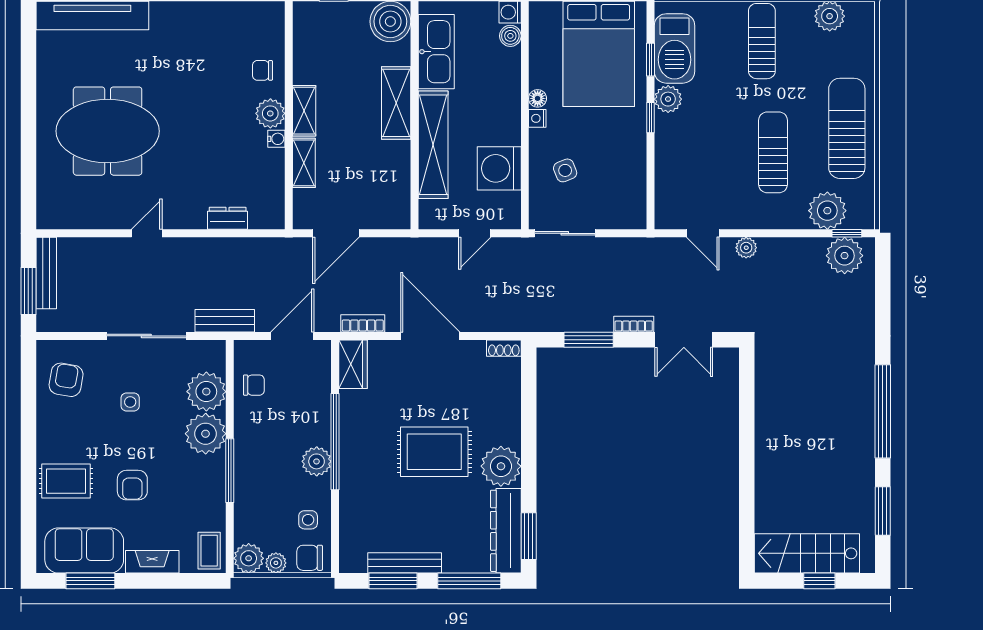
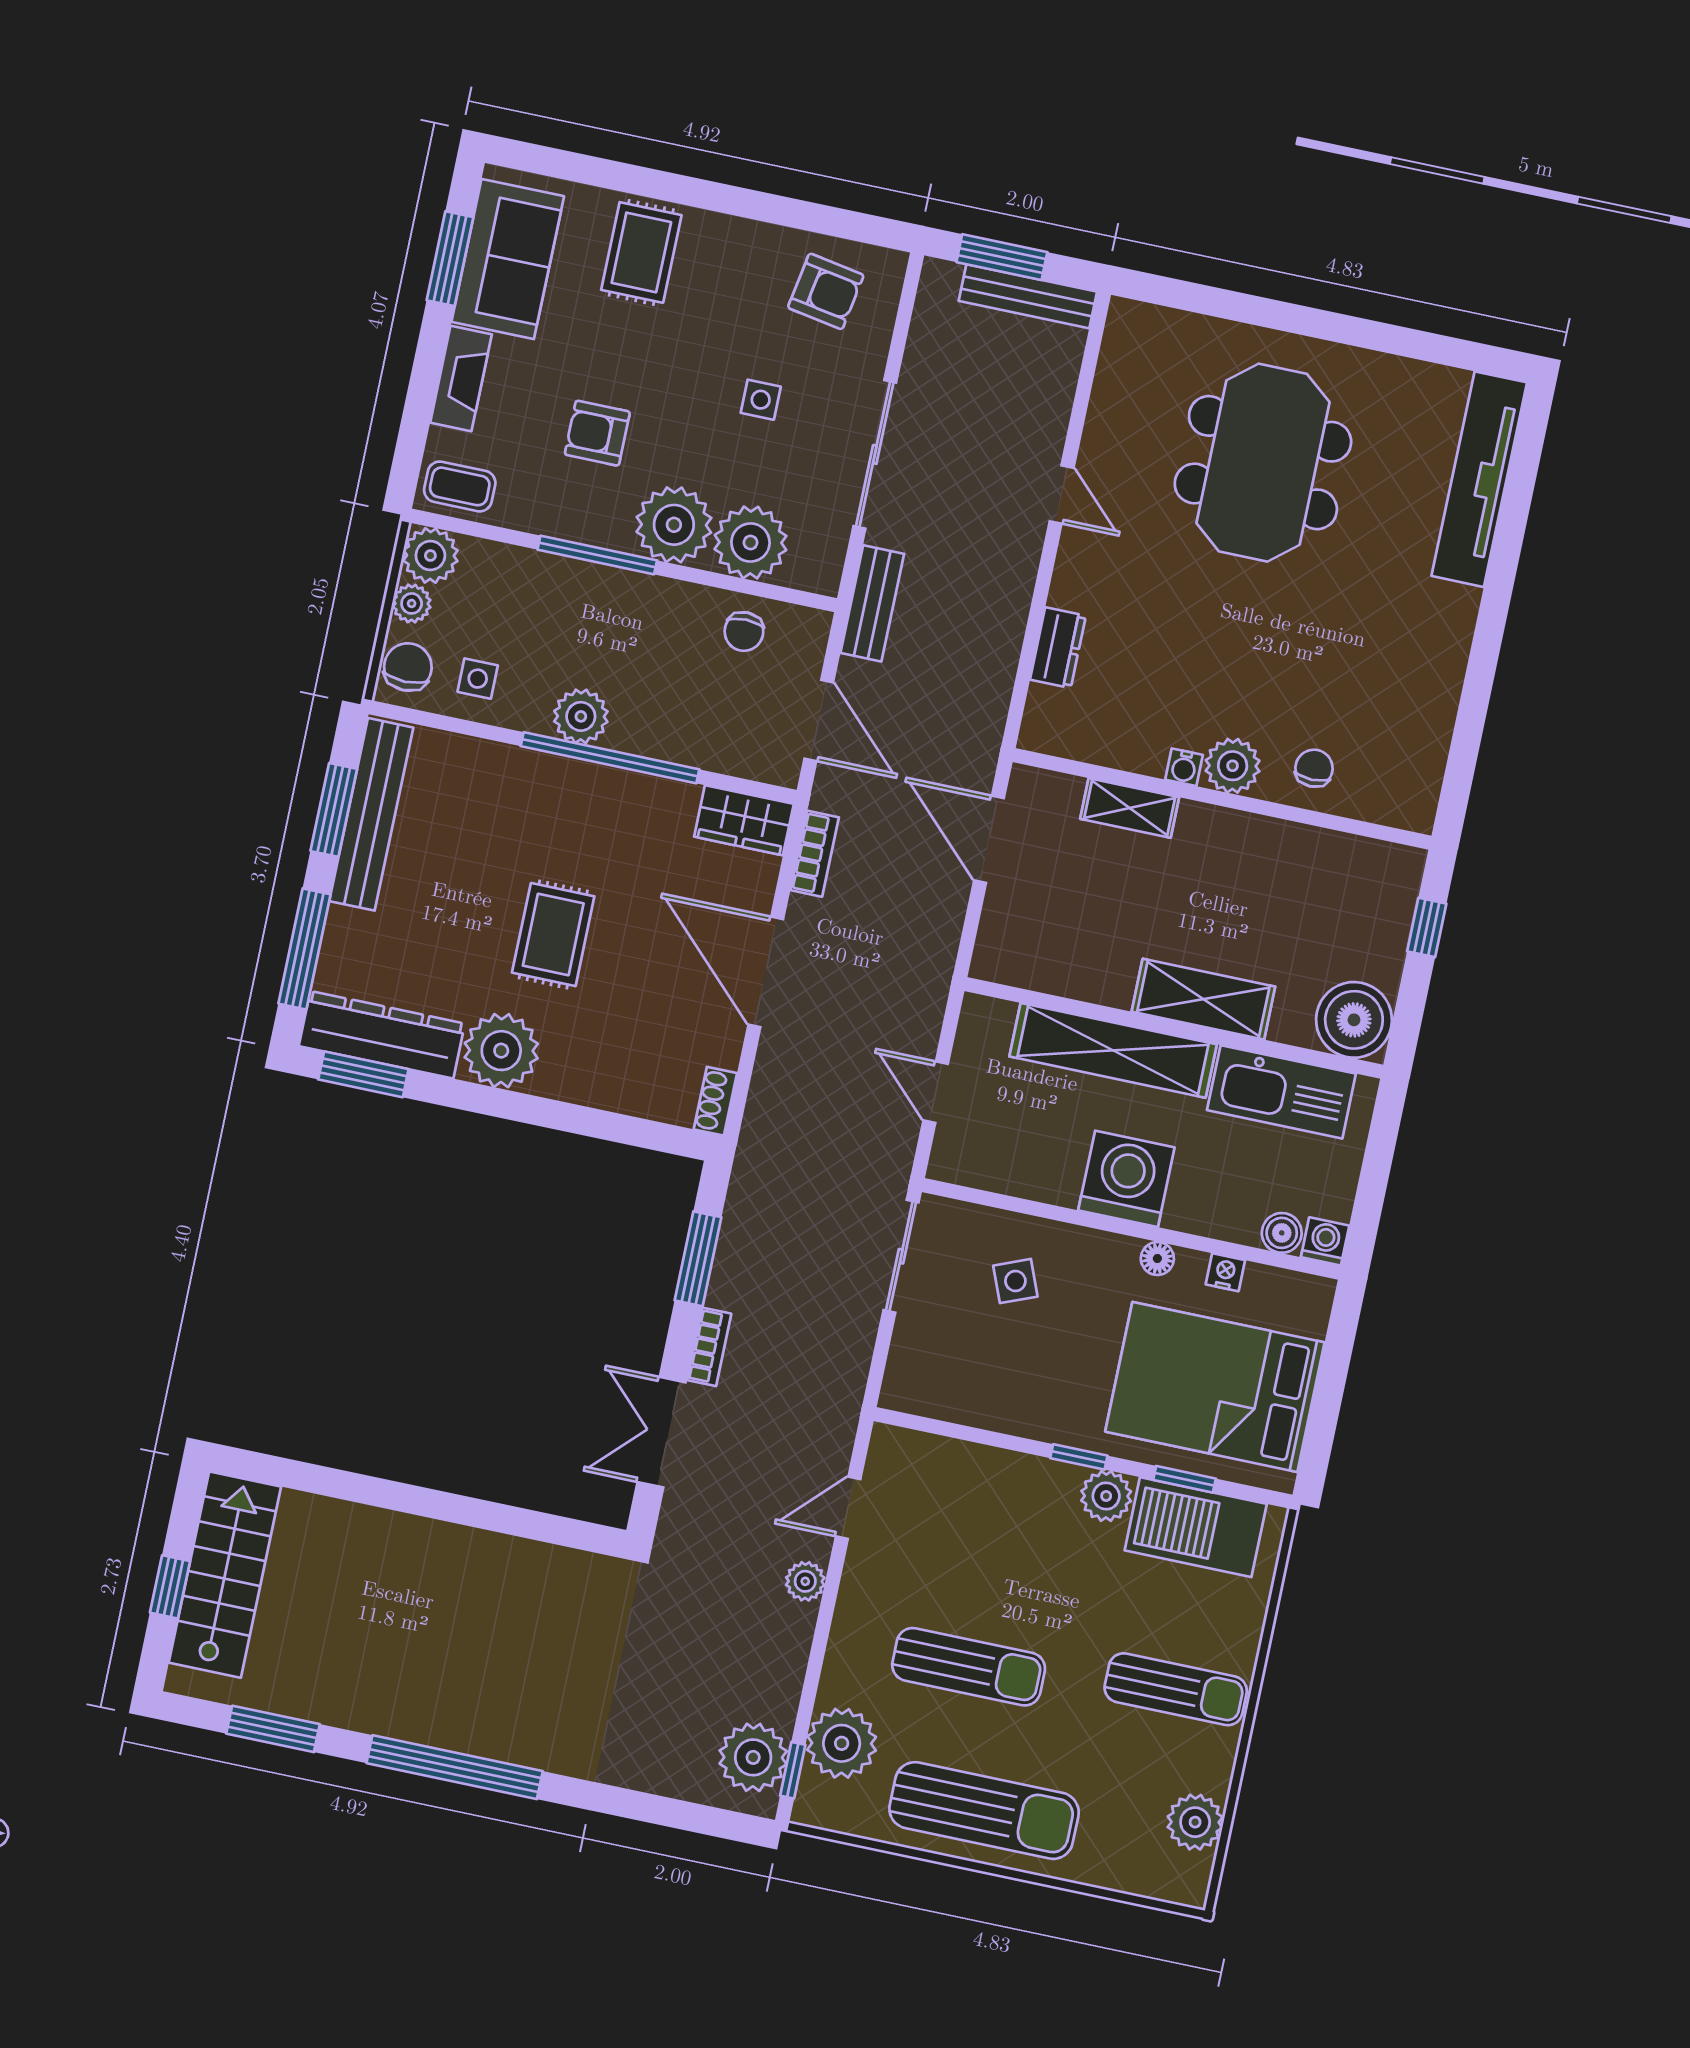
shelving: (304, 111) -> (1225, 828), removed
nightstand: (537, 118) -> (1225, 1272), moved
washing machine: (499, 168) -> (1126, 1179), moved
door: (430, 336) -> (766, 972), swing flipped
rug: (434, 452) -> (553, 935), width x0.73, depth x0.70
armchair: (132, 485) -> (597, 433), moved
bench: (405, 563) -> (371, 814), width x1.37, depth x1.21

